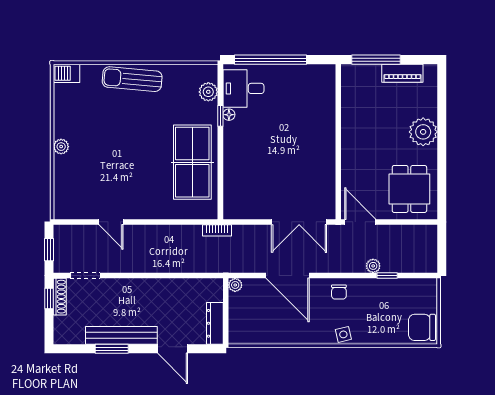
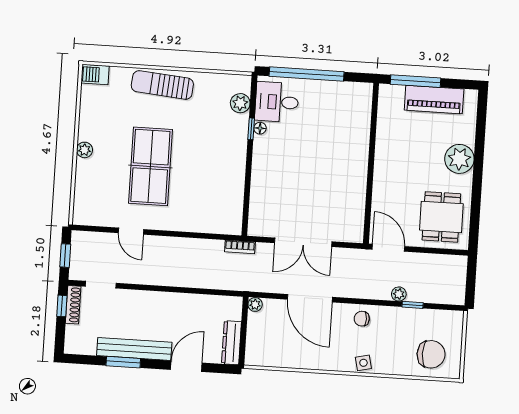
piano: (402, 73) -> (434, 100), width x1.37, depth x1.33
table tennis table: (192, 162) -> (150, 166), moved
double door: (299, 222) -> (303, 242), moved
chair: (339, 292) -> (362, 319), turned 90
chair: (422, 327) -> (431, 354), moved, turned 180
door: (173, 349) -> (186, 366), swing flipped

